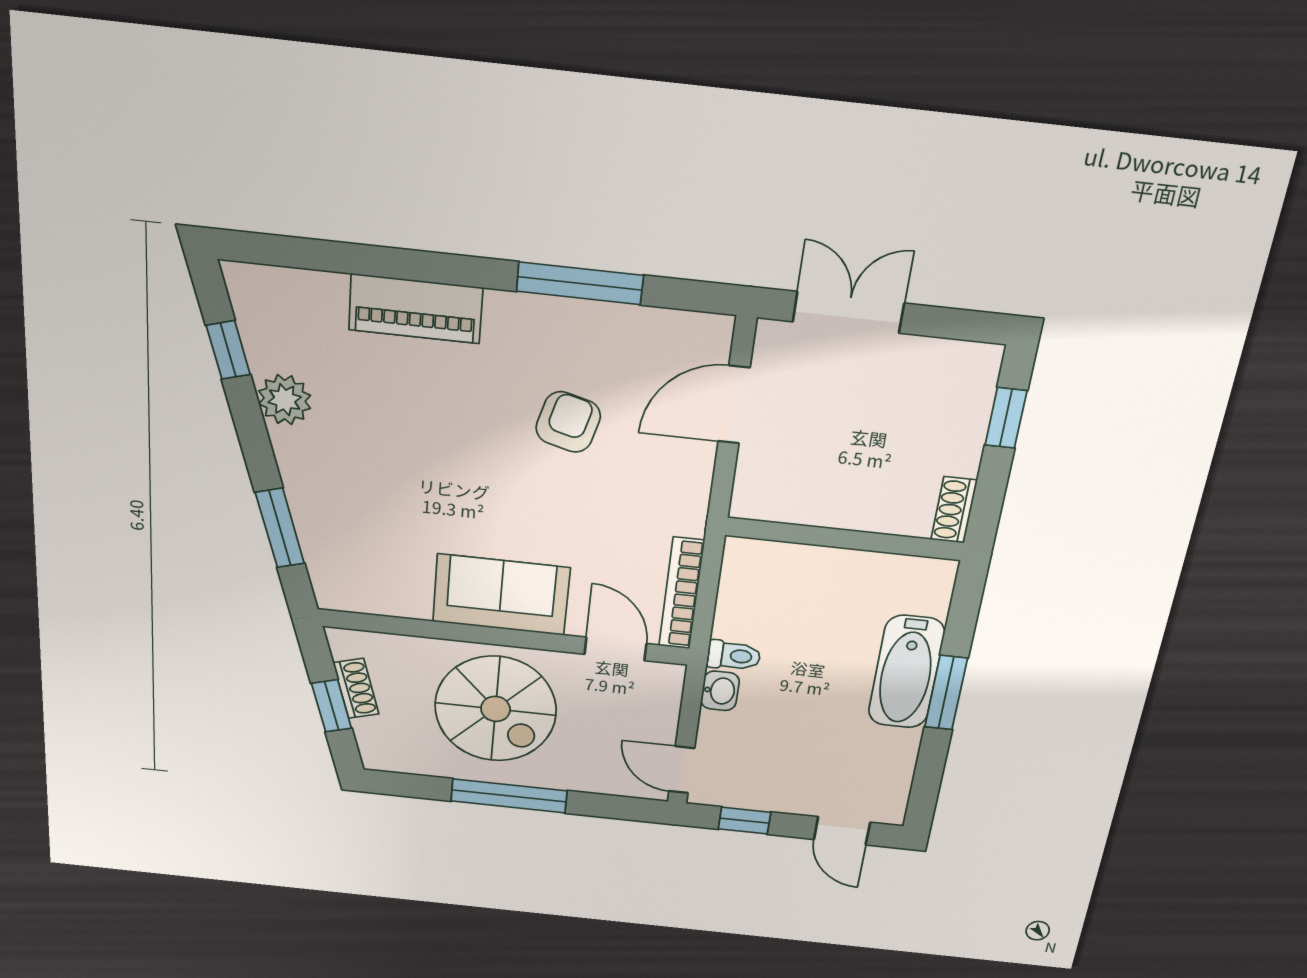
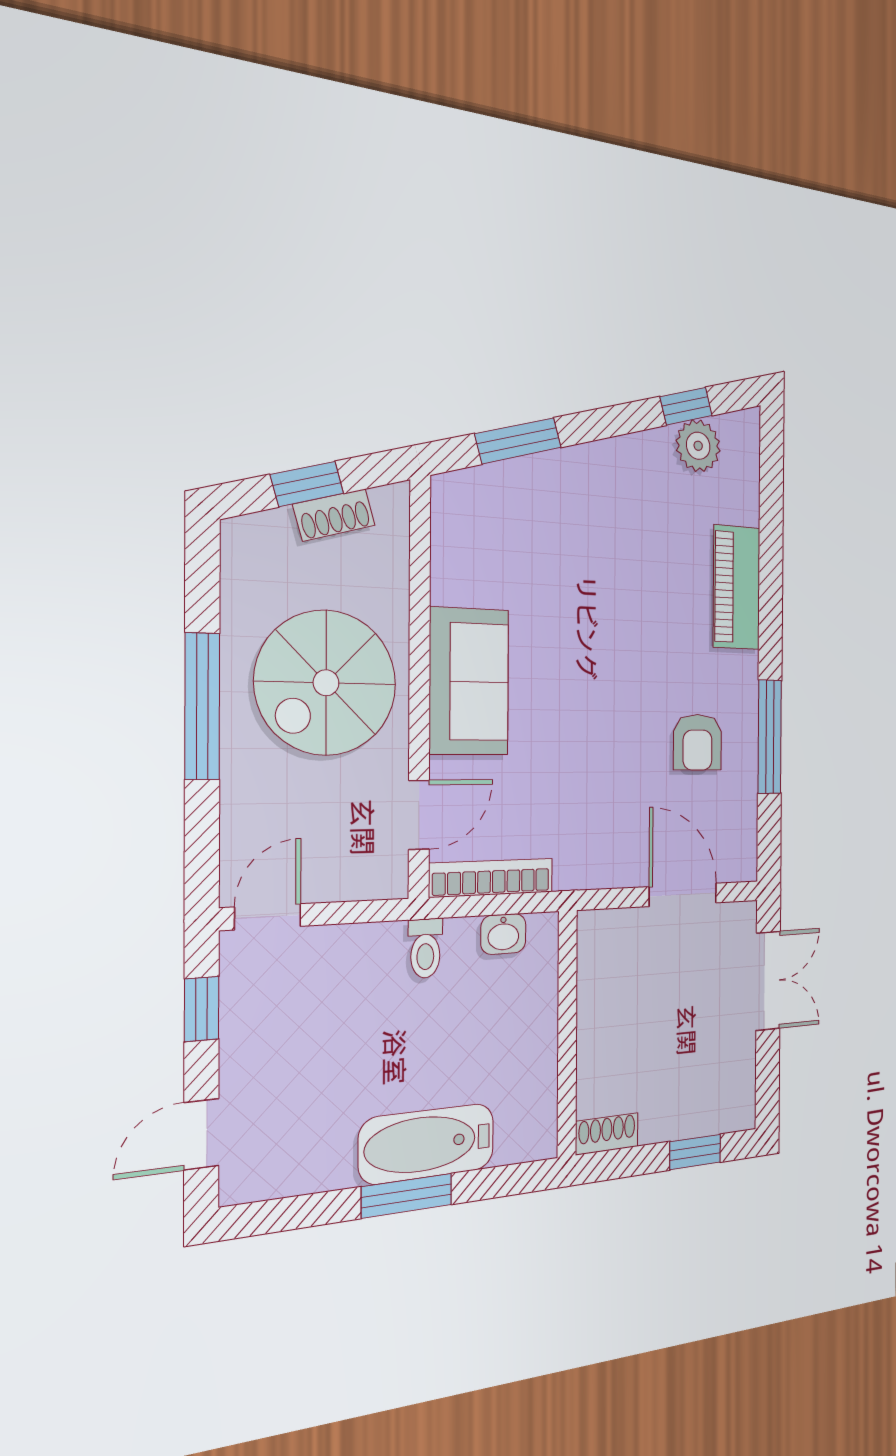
plant: (285, 400) -> (698, 446), moved
armchair: (568, 422) -> (698, 742), moved, turned 75
washbasin: (720, 691) -> (503, 934), moved

